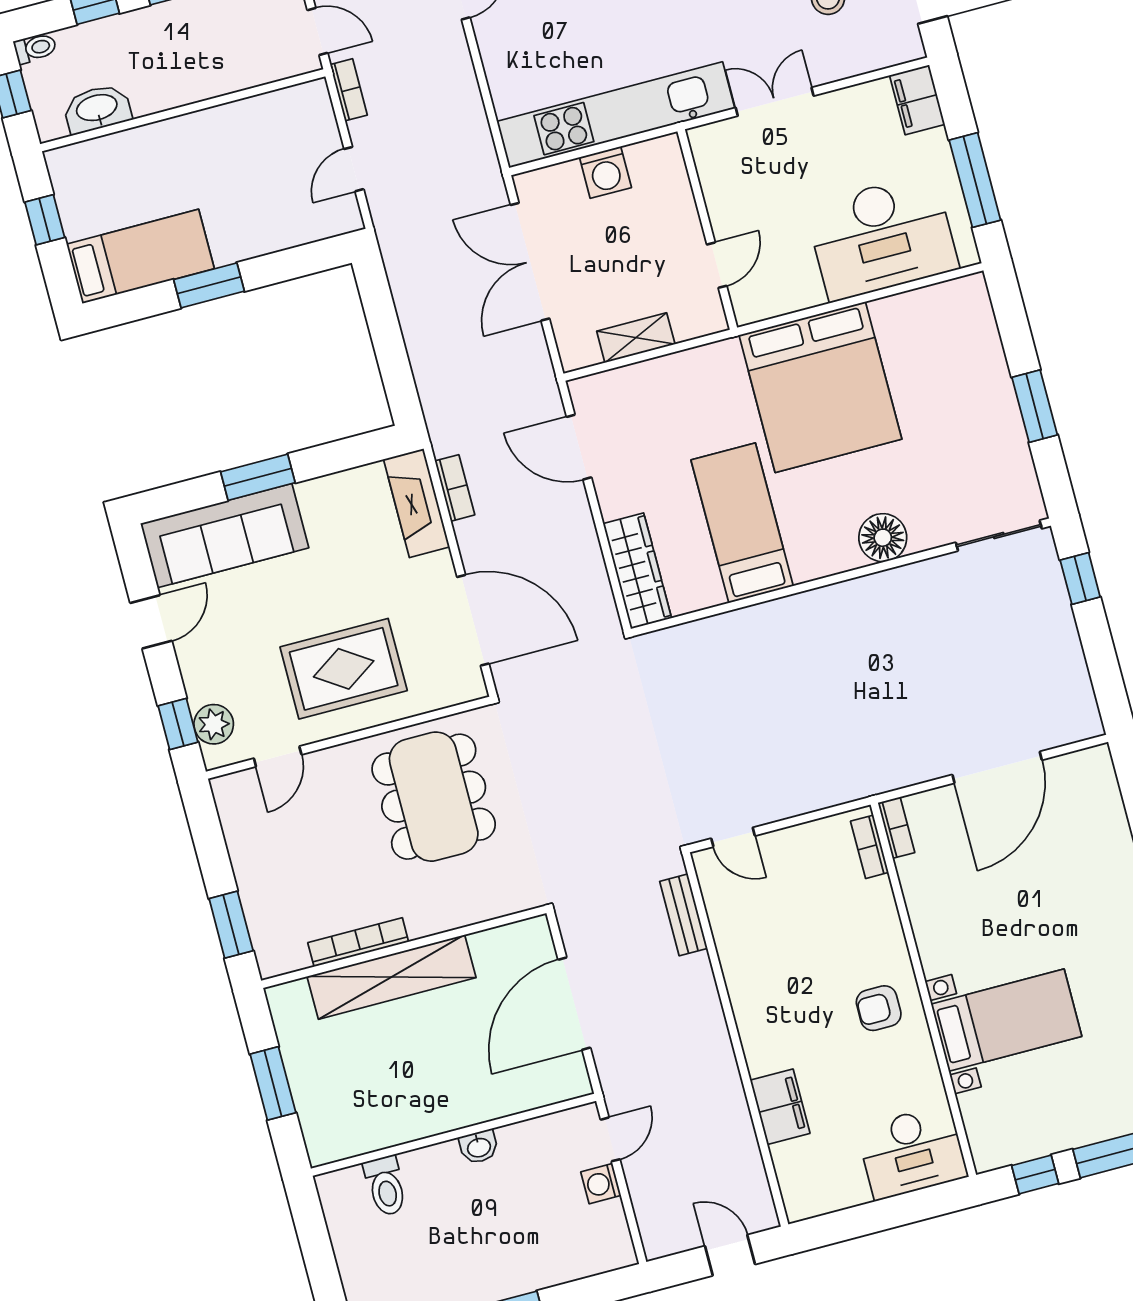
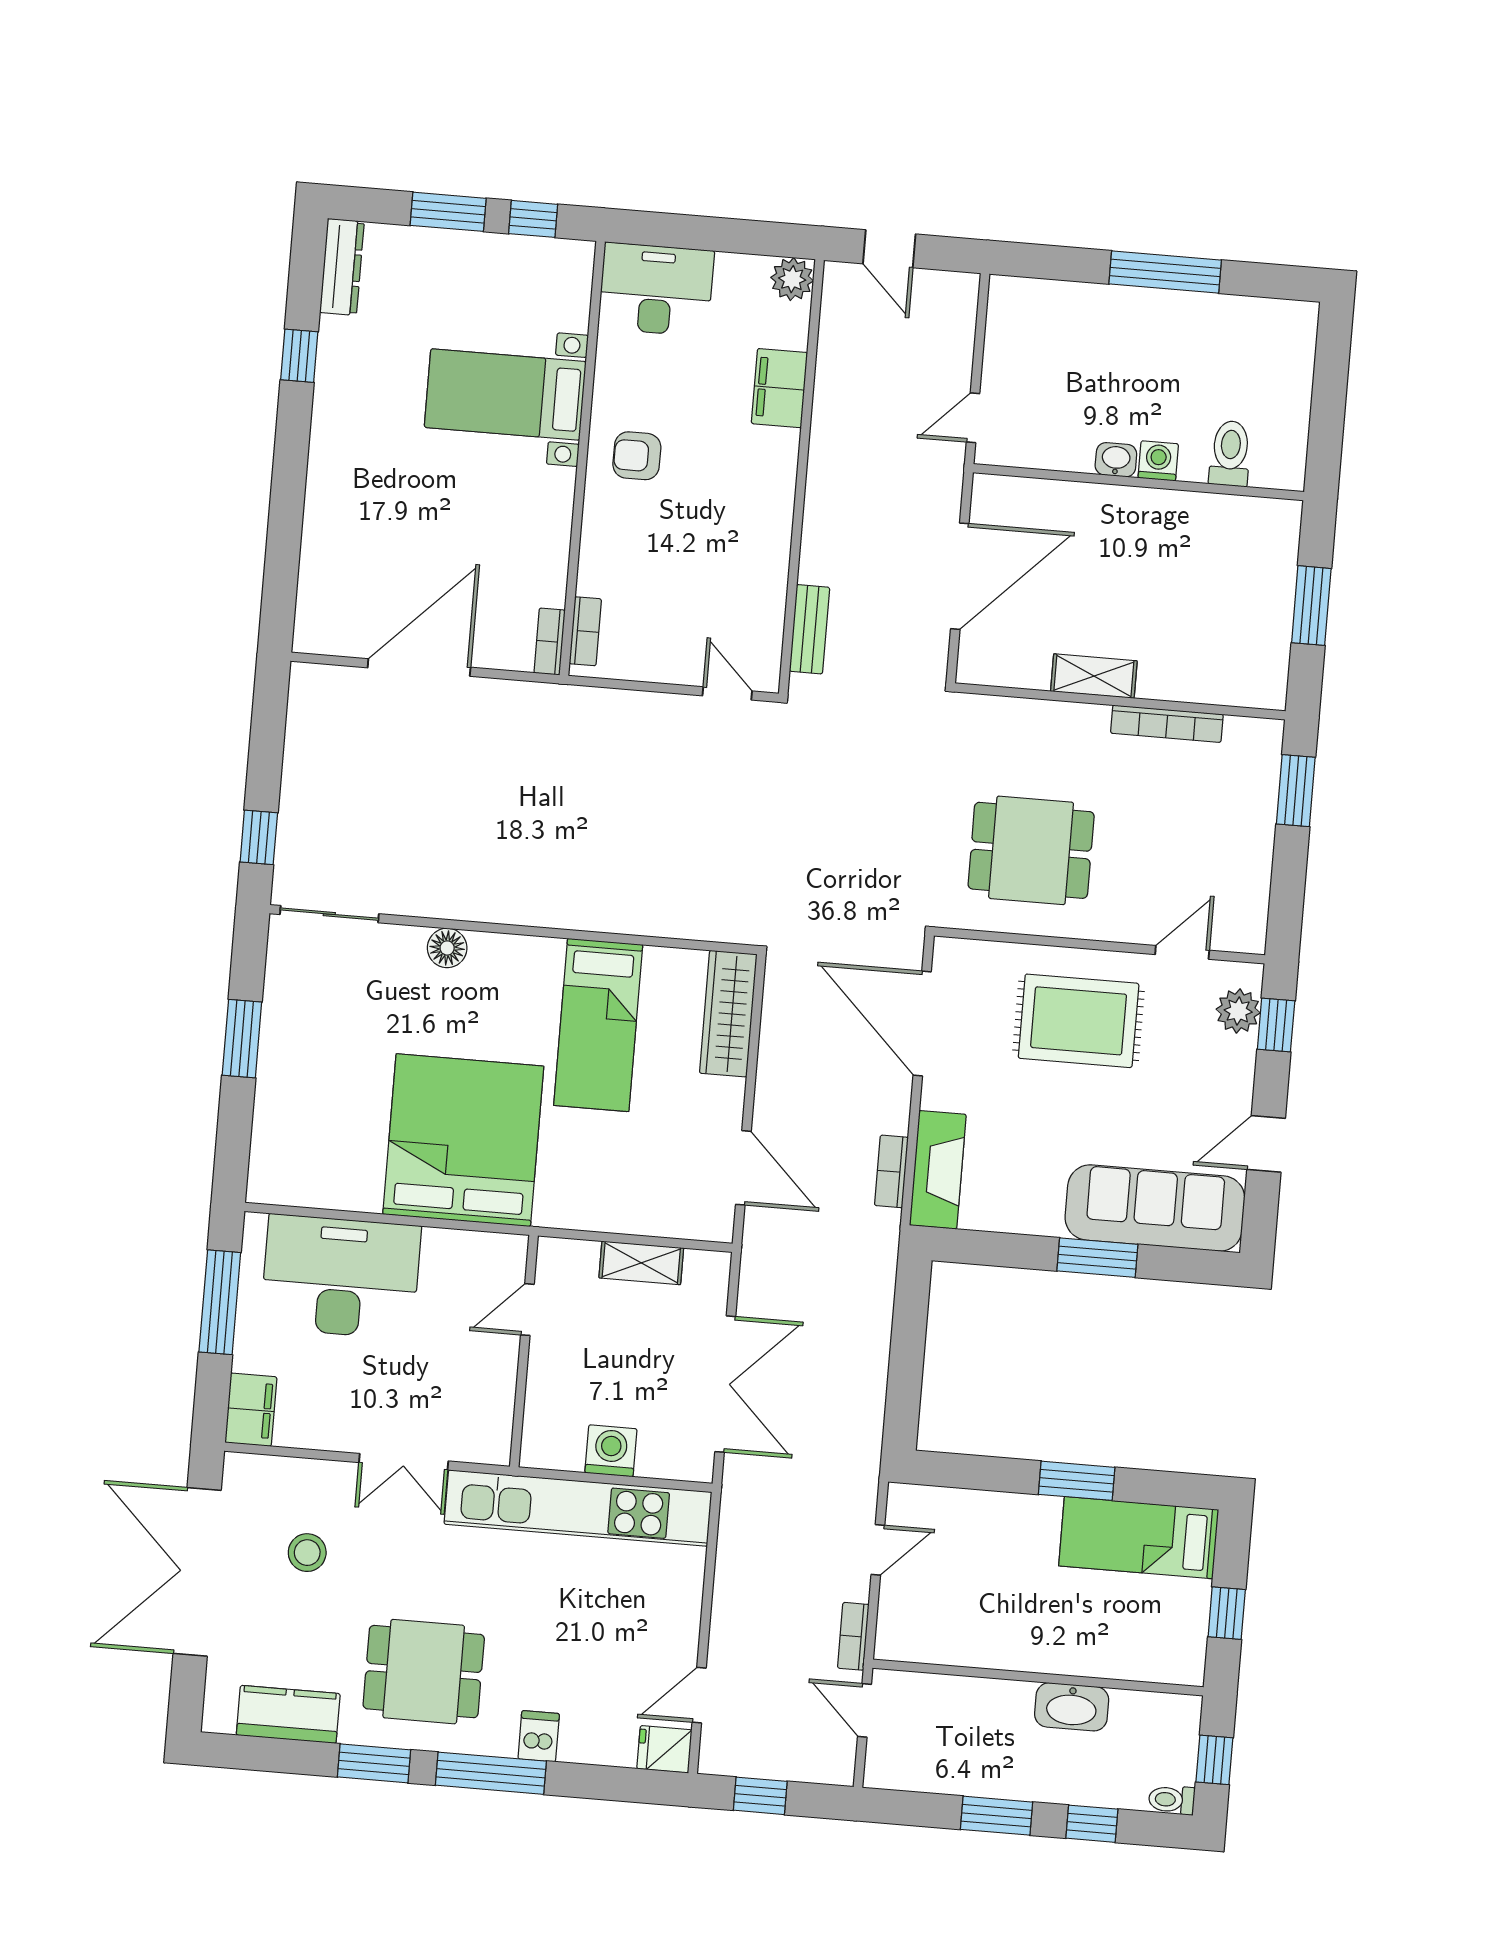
washbasin: (97, 109) -> (1072, 1707), moved
floor lamp: (883, 538) -> (447, 948), width x0.73, depth x0.73
dining table: (434, 797) -> (1031, 850), width x0.73
shelving: (391, 977) -> (1094, 676), width x0.45, depth x0.75
armchair: (879, 1008) -> (637, 456), turned 180
washing machine: (601, 1184) -> (1158, 461), moved, turned -90
plant: (802, 1201) -> (792, 279), added

